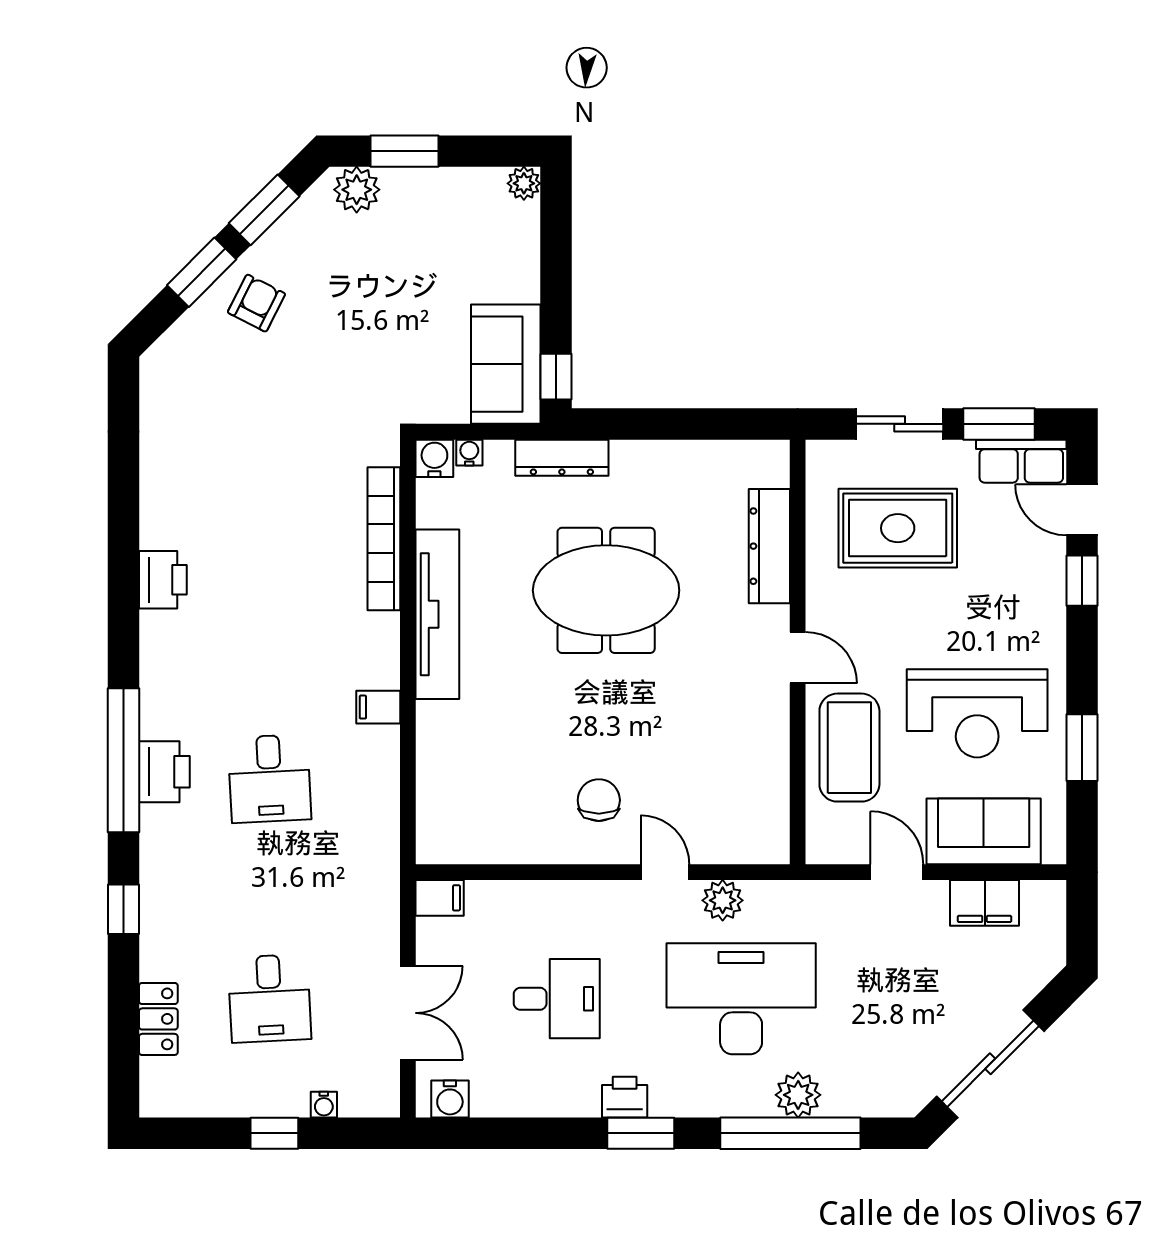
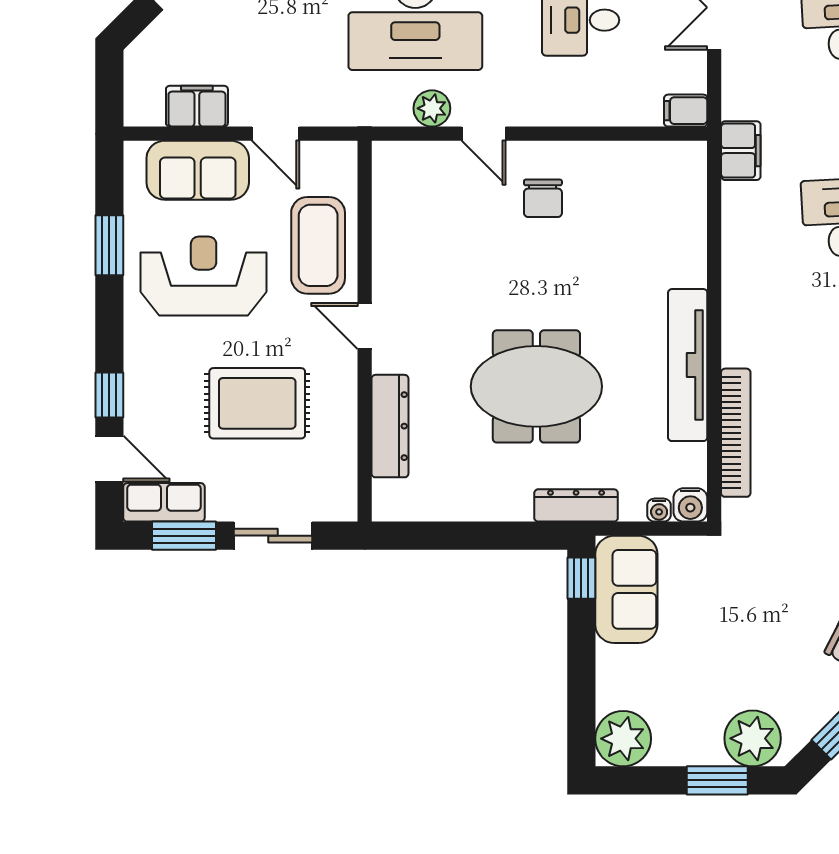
plant: (524, 183) -> (623, 739), width x1.87, depth x1.87
plant: (357, 190) -> (753, 738), width x1.36, depth x1.36
rug: (898, 528) -> (257, 403), moved
filing cabinet: (378, 707) -> (741, 151), moved, width x2.00

